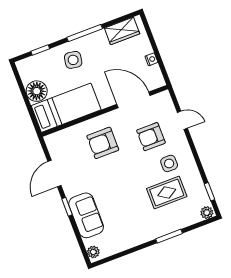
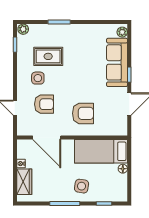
wardrobe: (122, 31) -> (24, 182), moved, turned 90
floor lamp: (37, 91) -> (123, 169), width x0.53, depth x0.53
sofa: (86, 215) -> (117, 62), width x1.36

